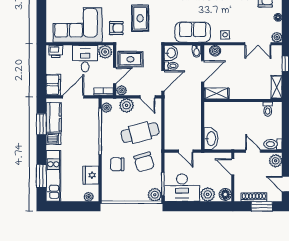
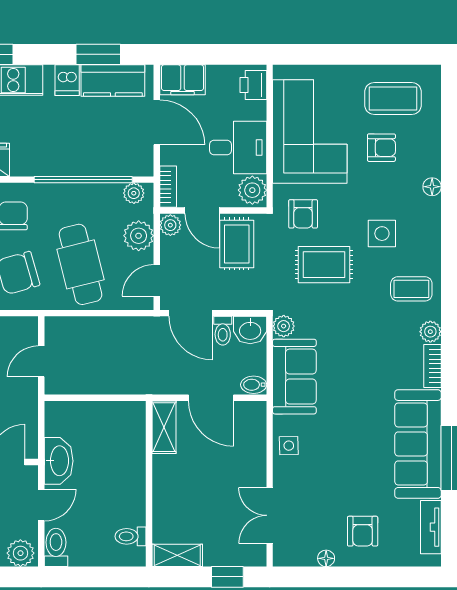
plant: (277, 37) -> (284, 326), moved
boiler: (215, 51) -> (255, 424), removed
washbasin: (211, 139) -> (59, 461), moved, turned -90

